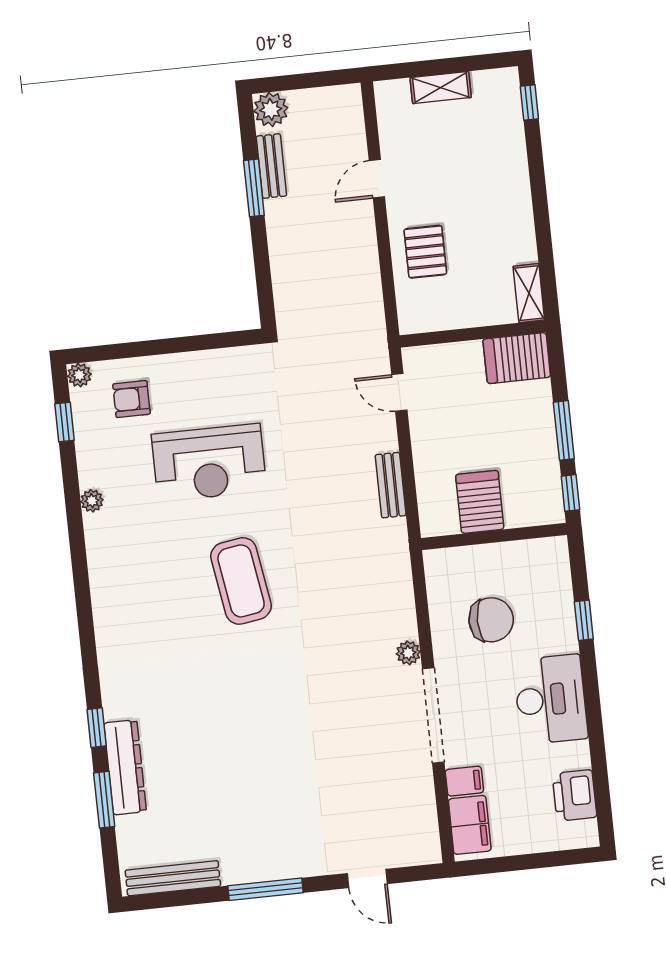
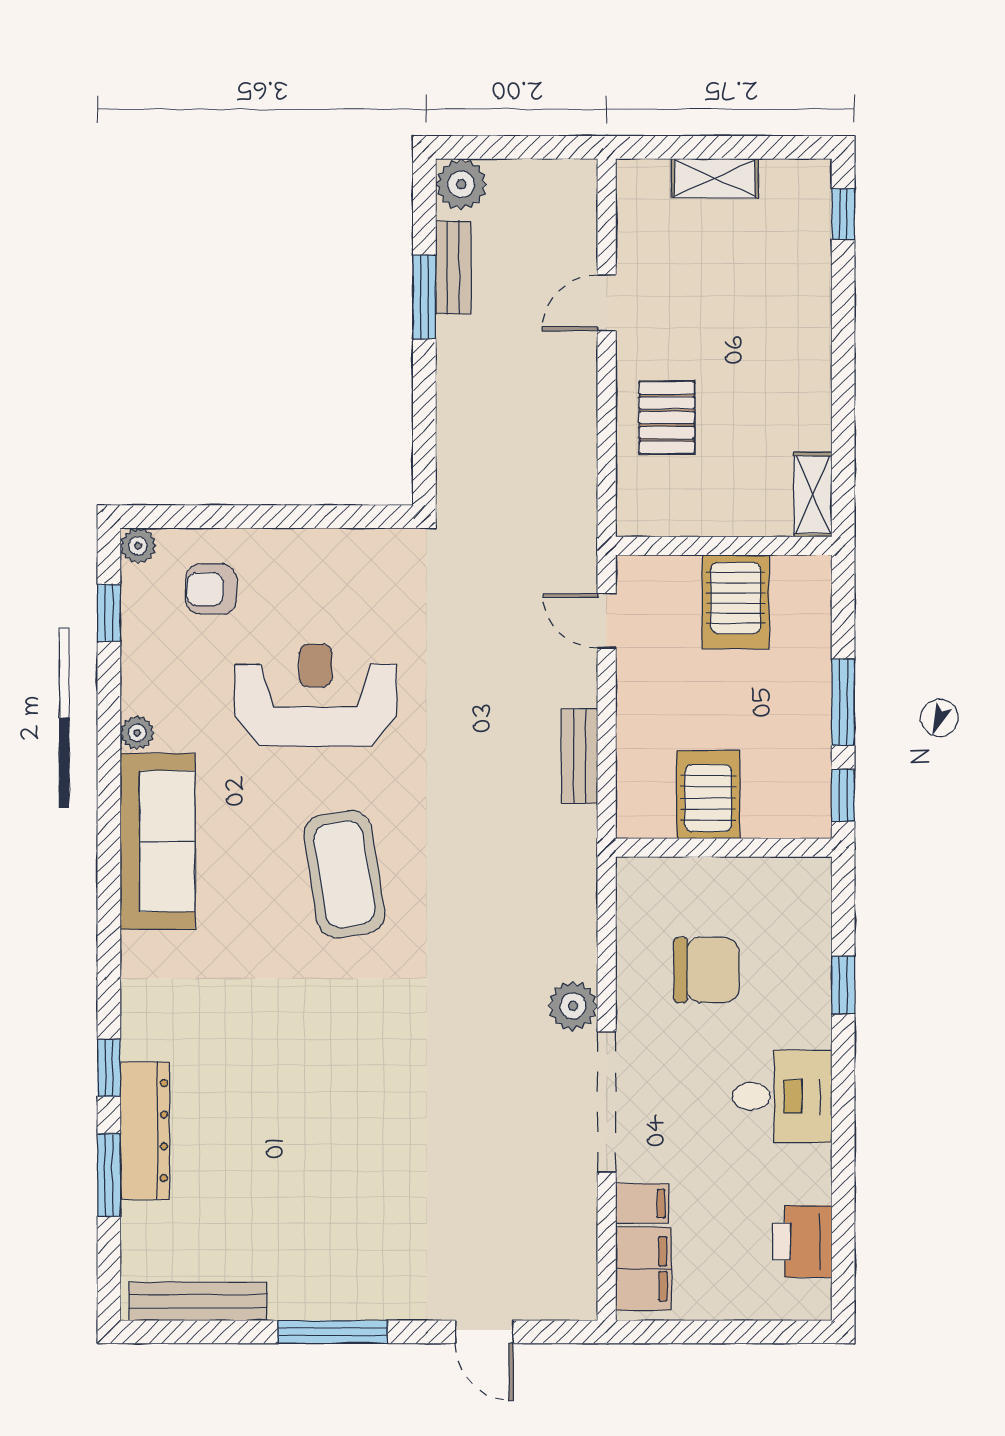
server rack: (517, 358) -> (736, 602), moved, turned -90
reception desk: (209, 463) -> (316, 695), turned 180
sofa: (113, 572) -> (158, 841), added
plant: (408, 653) -> (573, 1006), width x1.38, depth x1.38
desk: (551, 699) -> (782, 1096), width x0.73

